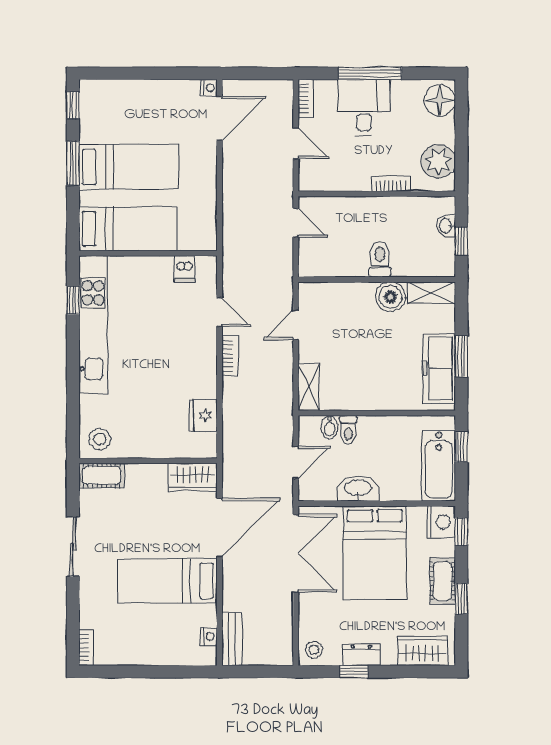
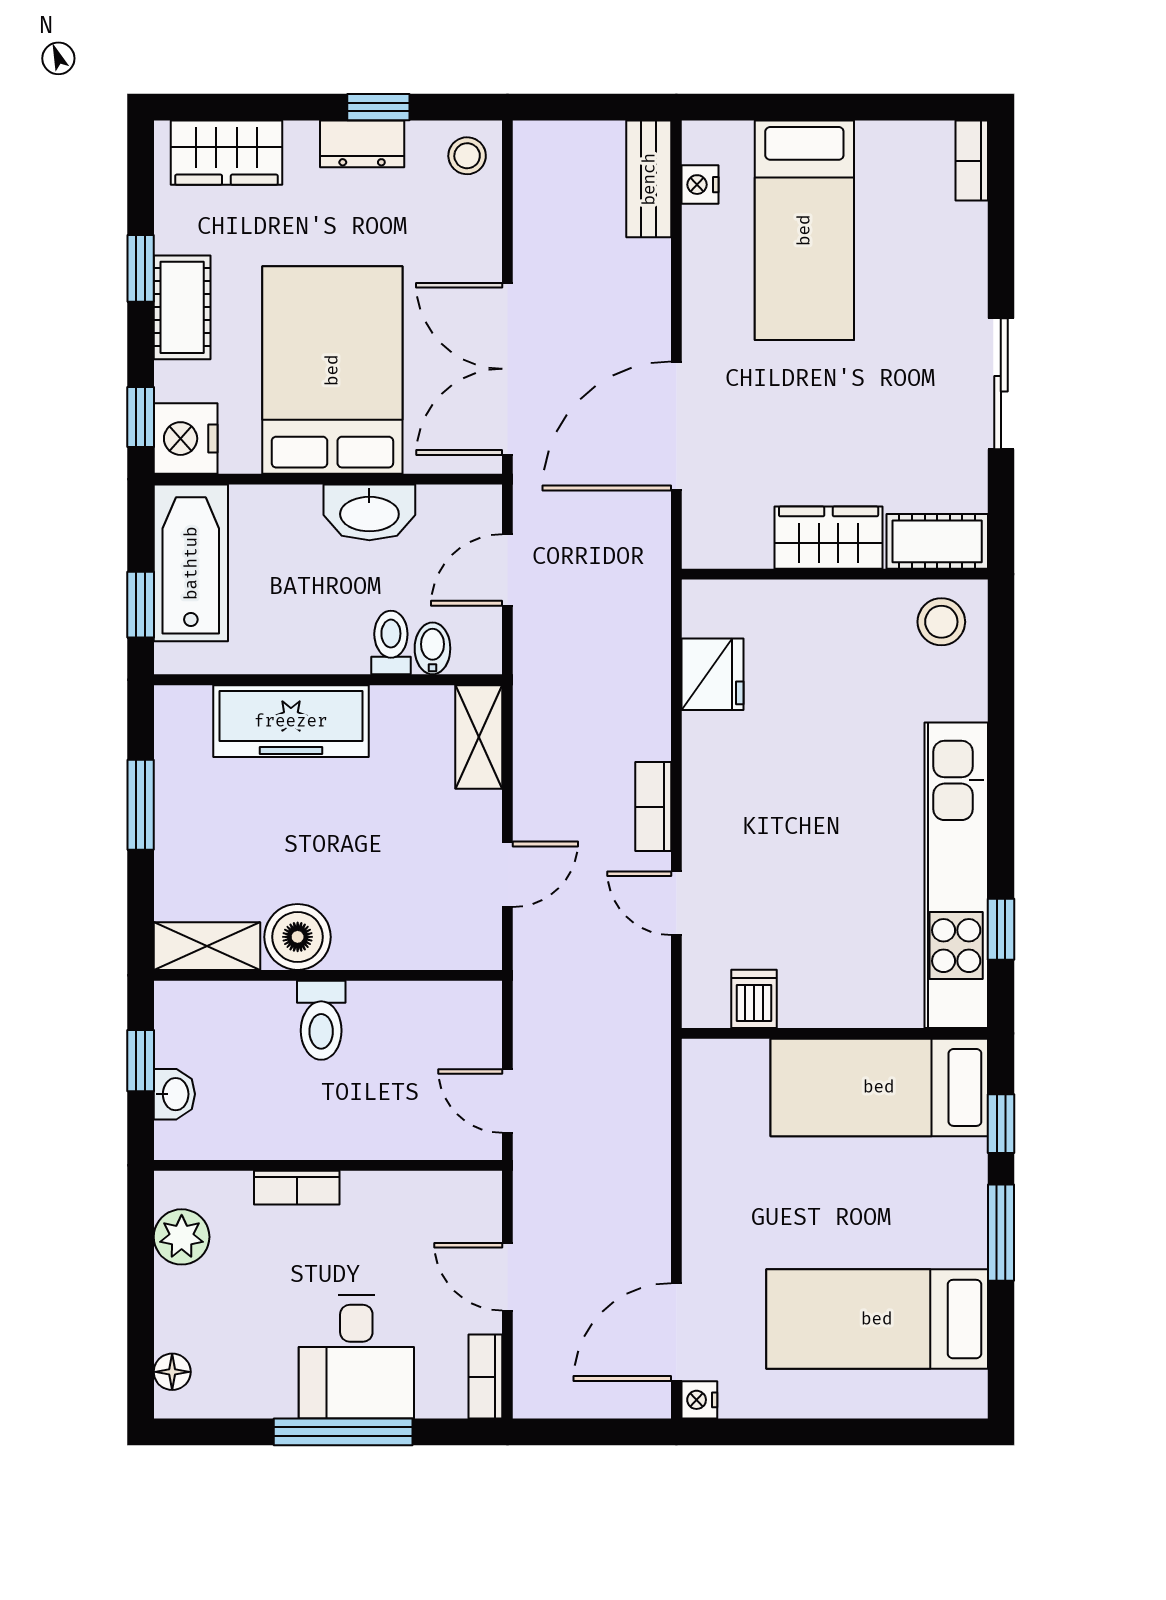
floor lamp: (440, 100) -> (172, 1372), width x0.53, depth x0.53
window: (73, 105) -> (1001, 1124), moved
plant: (438, 161) -> (182, 1237), width x0.73, depth x0.73
bed: (129, 167) -> (877, 1319), moved
freezer: (439, 368) -> (291, 721), moved, turned 90
wardrobe: (193, 477) -> (829, 538), moved
bed: (167, 581) -> (804, 230), moved, turned 90

